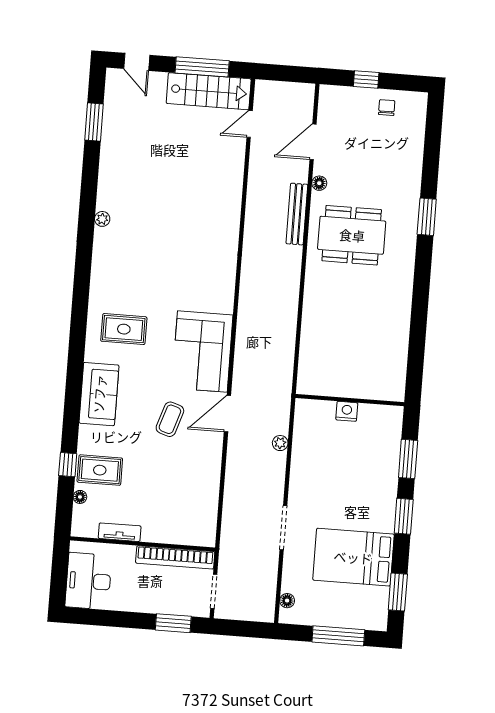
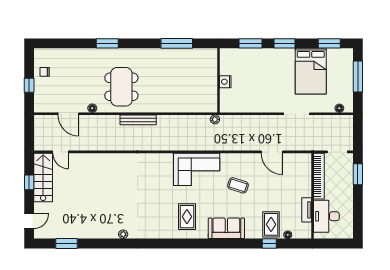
window: (202, 67) -> (29, 182), width x0.46
bench: (297, 214) -> (138, 120), moved
window: (418, 334) -> (177, 43), added
door: (227, 414) -> (272, 152), moved
plant: (280, 443) -> (215, 119), moved
desk: (88, 581) -> (326, 216), moved, turned 90

